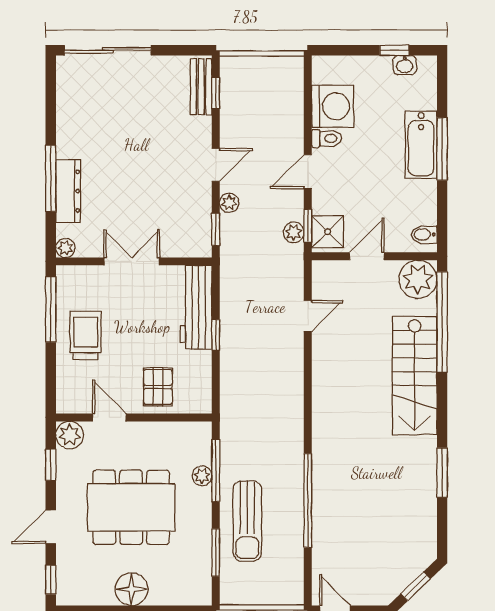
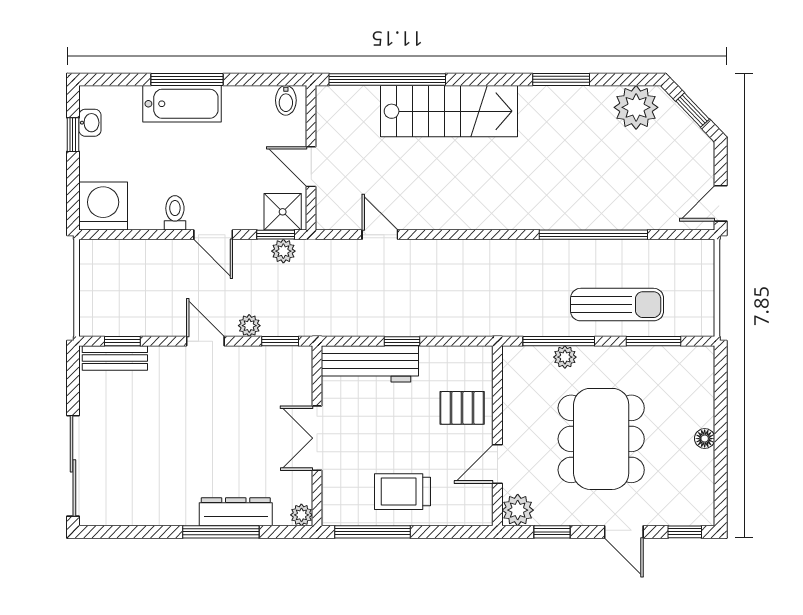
washing machine: (333, 106) -> (103, 206), moved
plant: (418, 279) -> (636, 107), moved
floor lamp: (131, 589) -> (705, 439), width x0.53, depth x0.53

